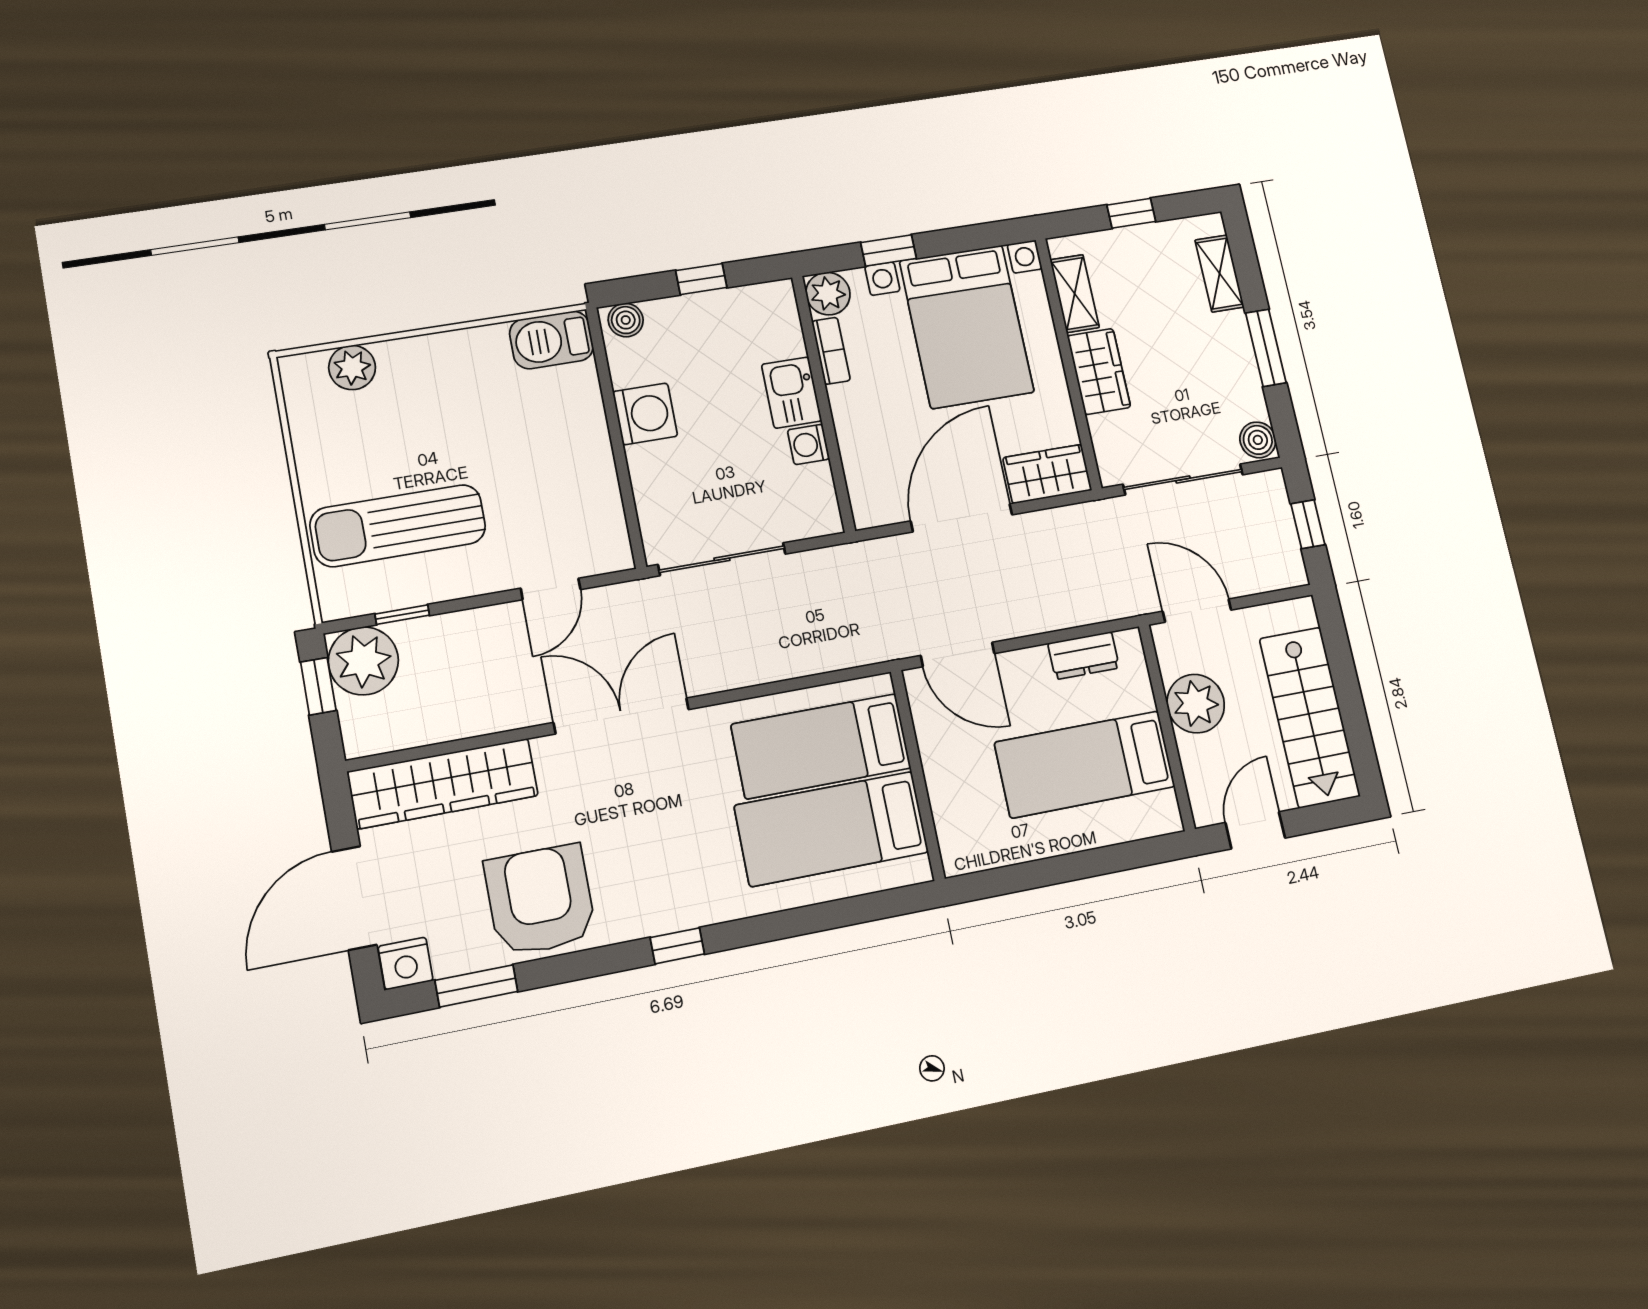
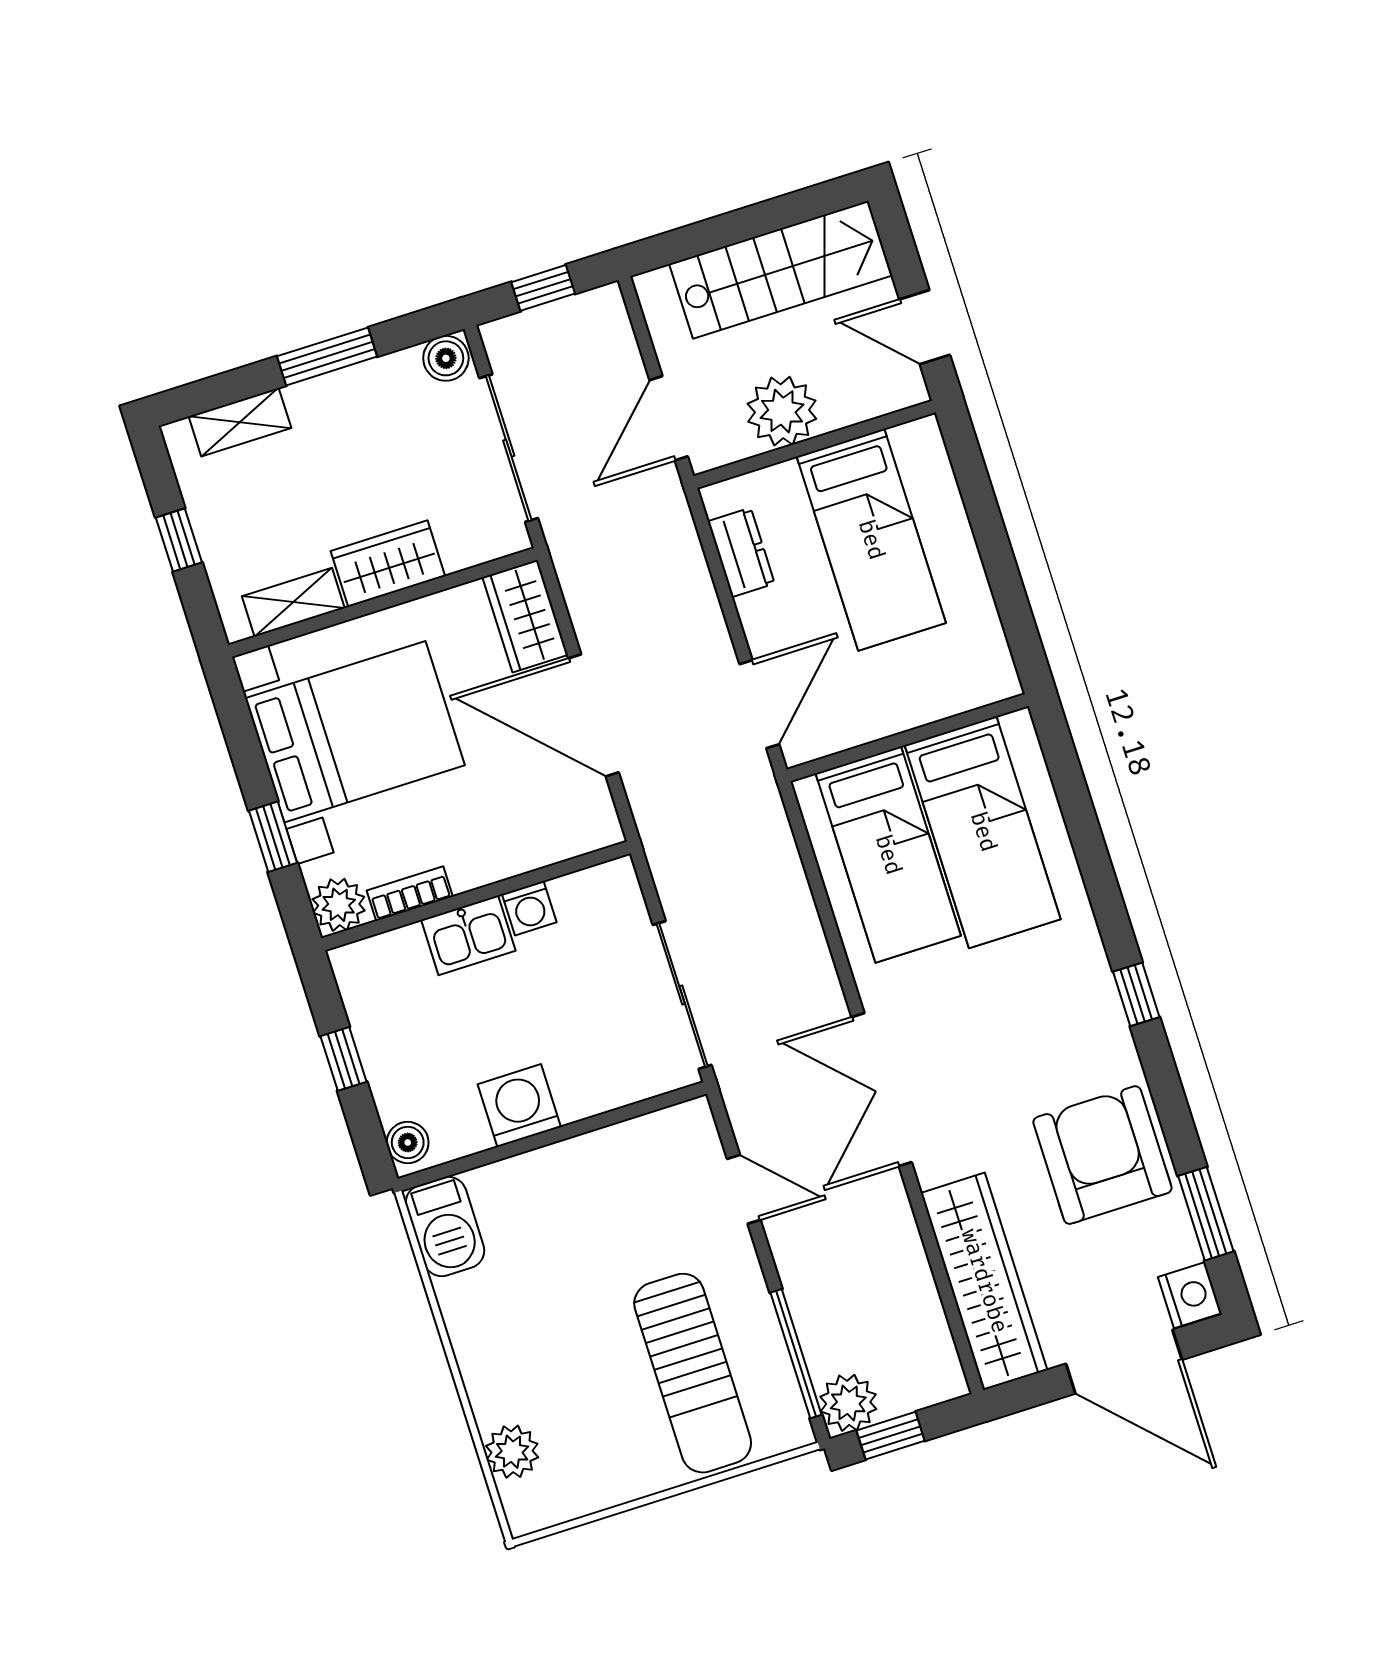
window: (402, 615) -> (796, 1354), width x2.17
plant: (363, 661) -> (848, 1403), width x0.73, depth x0.73
armchair: (540, 900) -> (1102, 1155), turned 90

